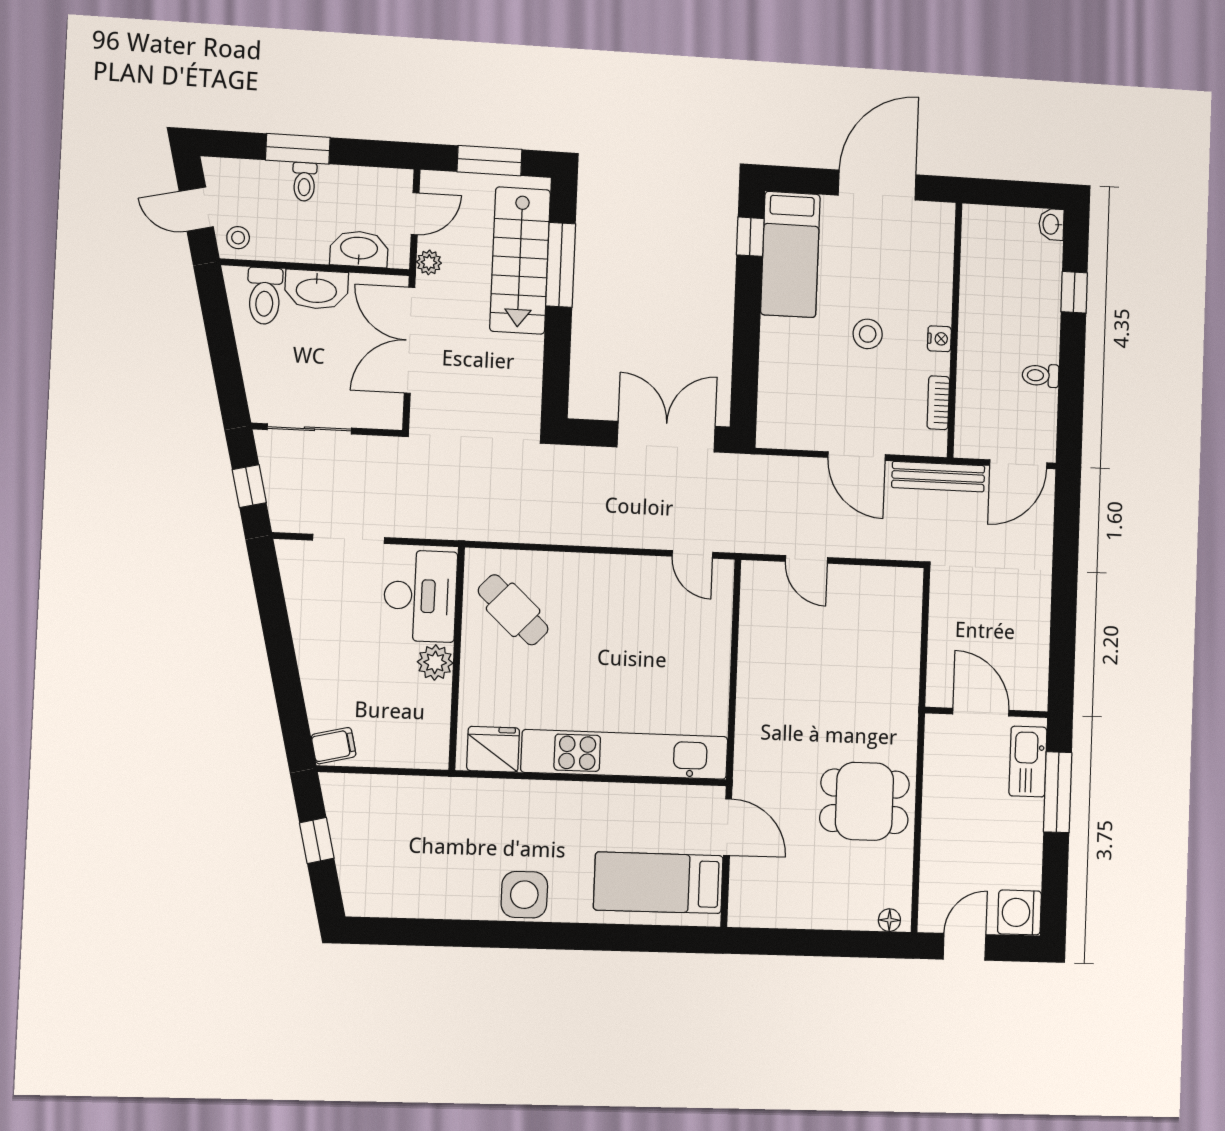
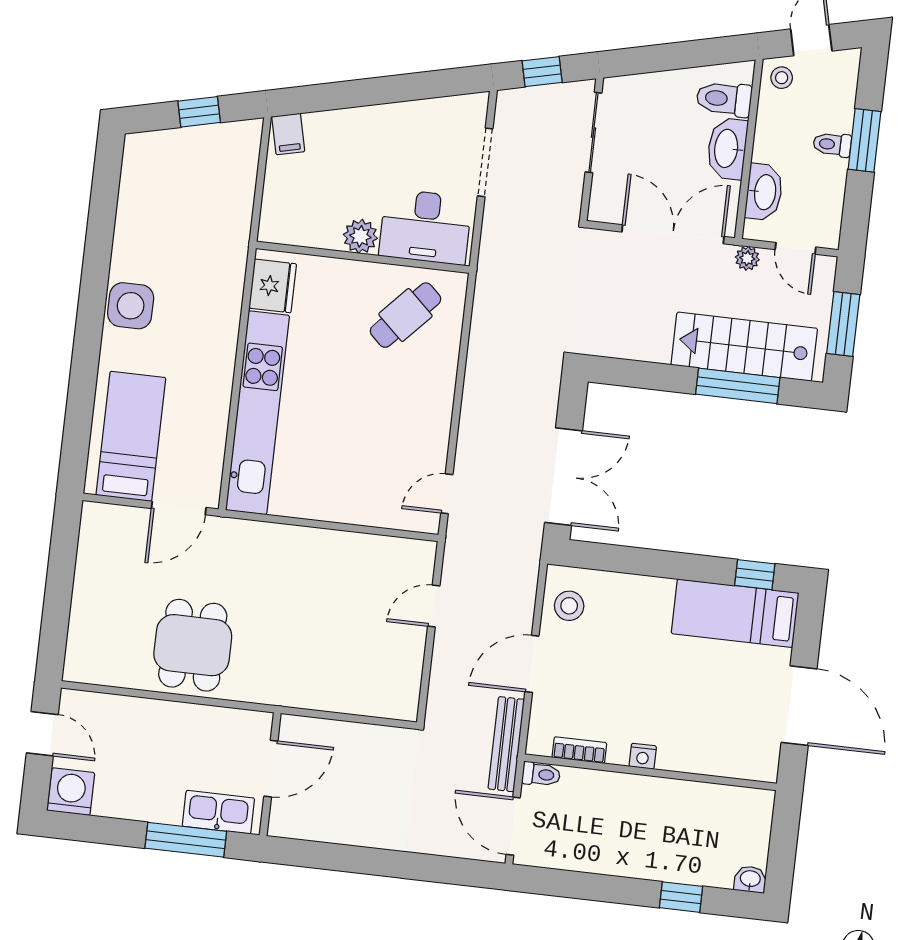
stool: (868, 334) -> (569, 606), moved
toilet: (1040, 375) -> (541, 774), moved, turned 90
floor lamp: (889, 920) -> (75, 661), removed

